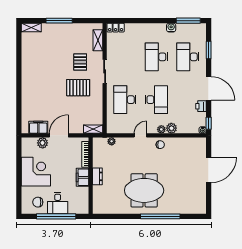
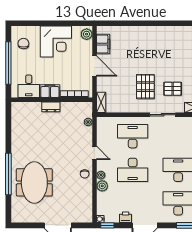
plant: (43, 143) -> (87, 34), moved
meeting table: (144, 190) -> (34, 182), moved
desk: (58, 203) -> (29, 86), moved, turned -90

